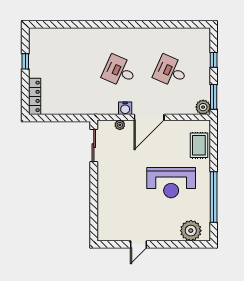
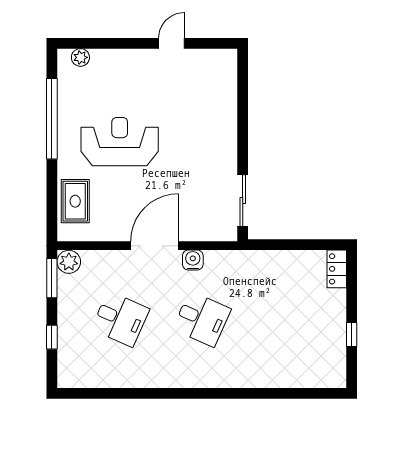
locker: (35, 96) -> (337, 269), width x0.66
plant: (120, 125) -> (201, 234), removed
plant: (191, 231) -> (80, 57), width x0.53, depth x0.53

